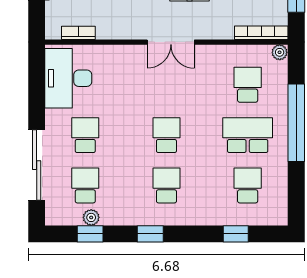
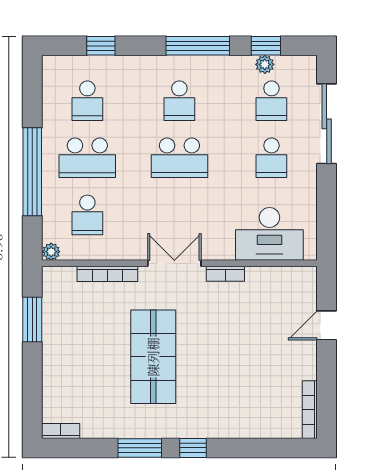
bookcase: (78, 33) -> (225, 274), moved
bookcase: (261, 33) -> (107, 274), moved
desk: (68, 78) -> (269, 234), moved, turned 90
school desk: (166, 135) -> (179, 158), width x1.85
window: (150, 234) -> (198, 46), width x2.17

